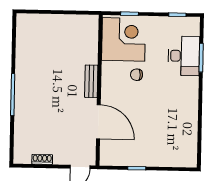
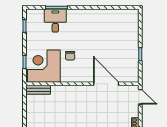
desk: (184, 56) -> (55, 21), width x0.73
bench: (91, 81) -> (38, 90), moved
door: (98, 122) -> (106, 84), hinge flipped

